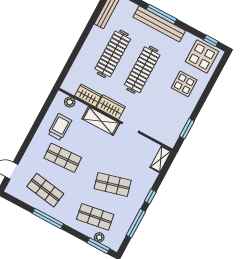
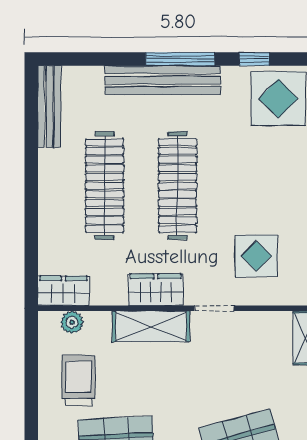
window: (162, 14) -> (180, 59), moved
window: (211, 41) -> (254, 59), moved
display table: (184, 84) -> (256, 256), moved
wardrobe: (88, 96) -> (63, 291), moved

